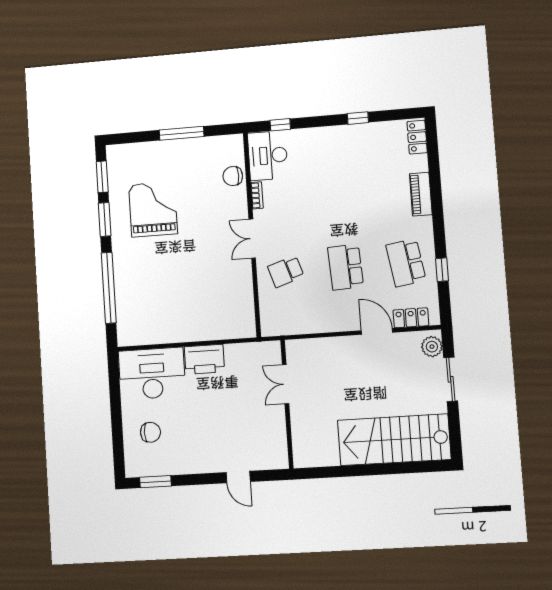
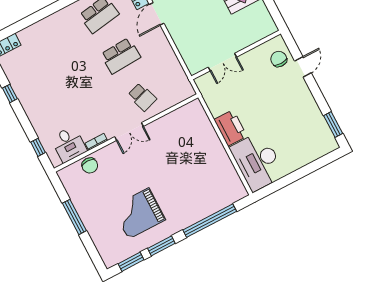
desk: (268, 156) -> (69, 144), width x0.73
piano: (421, 194) -> (46, 25), removed
chair: (150, 432) -> (279, 59), moved

